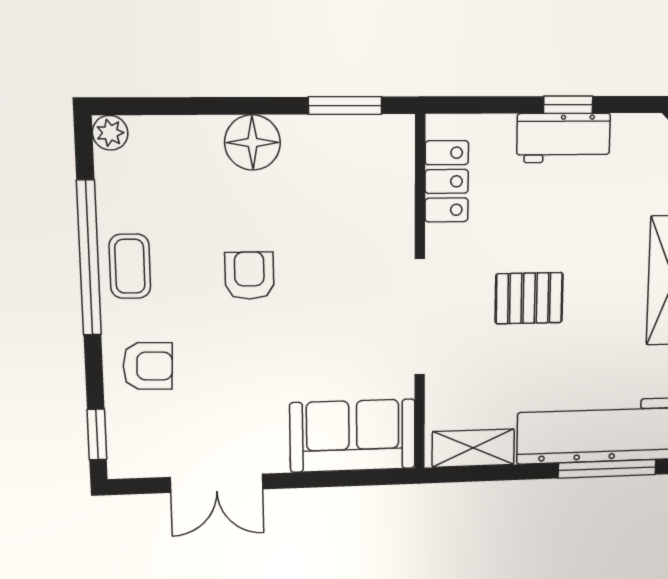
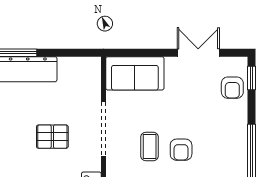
coffee table: (130, 266) -> (150, 146), moved
armchair: (148, 366) -> (232, 88), moved, turned -92
shelving: (473, 448) -> (78, 65), removed

